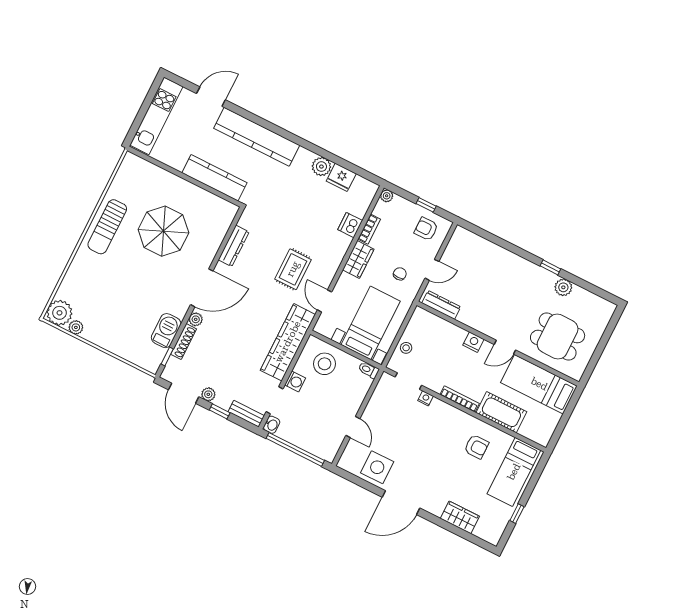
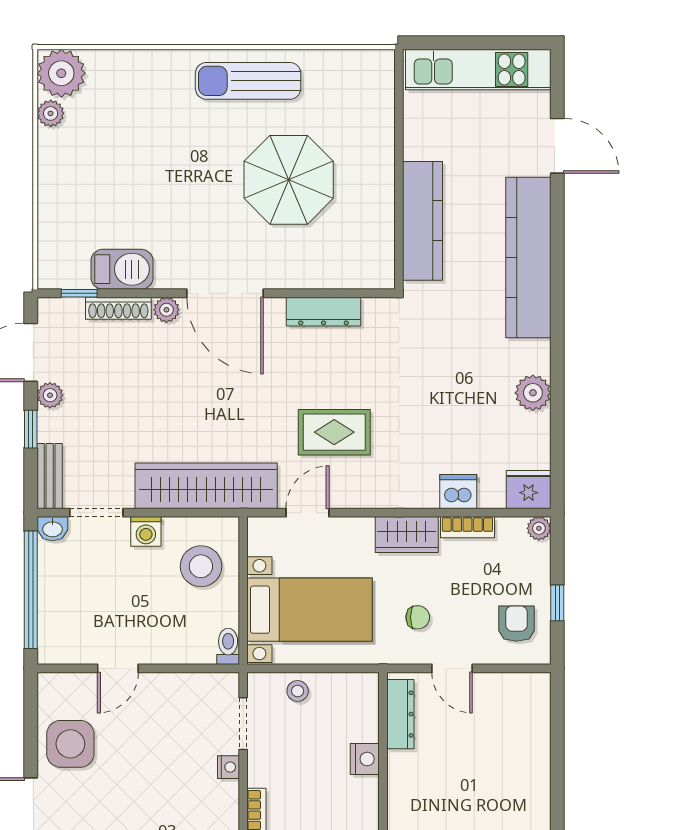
fridge: (341, 177) -> (529, 490), moved, turned 90
nightstand: (473, 342) -> (365, 759), moved

